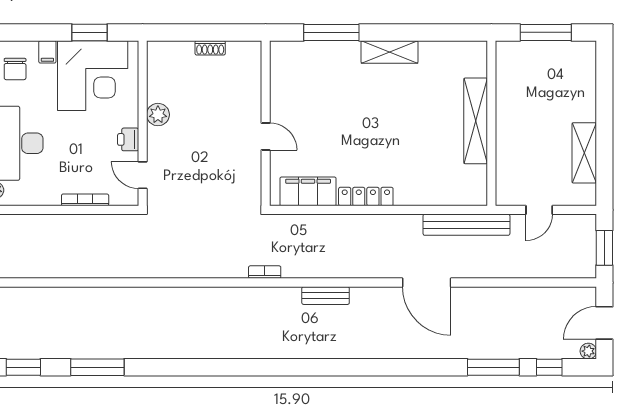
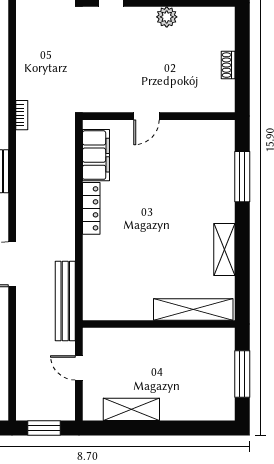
shelving: (390, 52) -> (224, 249), moved
shelving: (476, 121) -> (193, 309), moved

